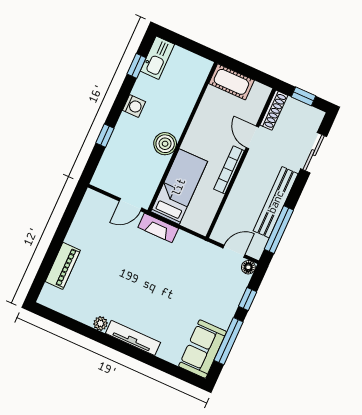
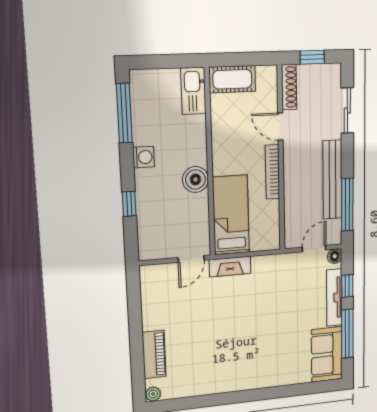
kitchen sink: (157, 58) -> (193, 91), moved, turned 180
window: (136, 66) -> (124, 113), width x2.17
plant: (100, 323) -> (153, 394), moved
tv unit: (133, 338) -> (334, 298), moved, turned -90

